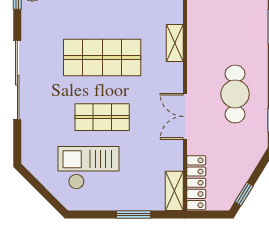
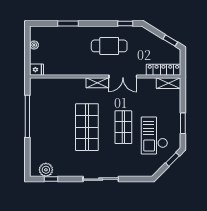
shelving: (175, 43) -> (97, 83), moved
sliding door: (17, 80) -> (101, 179), width x0.73
window: (49, 197) -> (172, 159), added
window: (134, 215) -> (183, 123), moved

